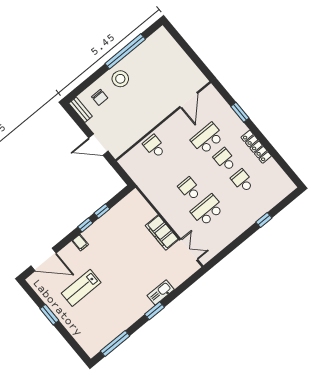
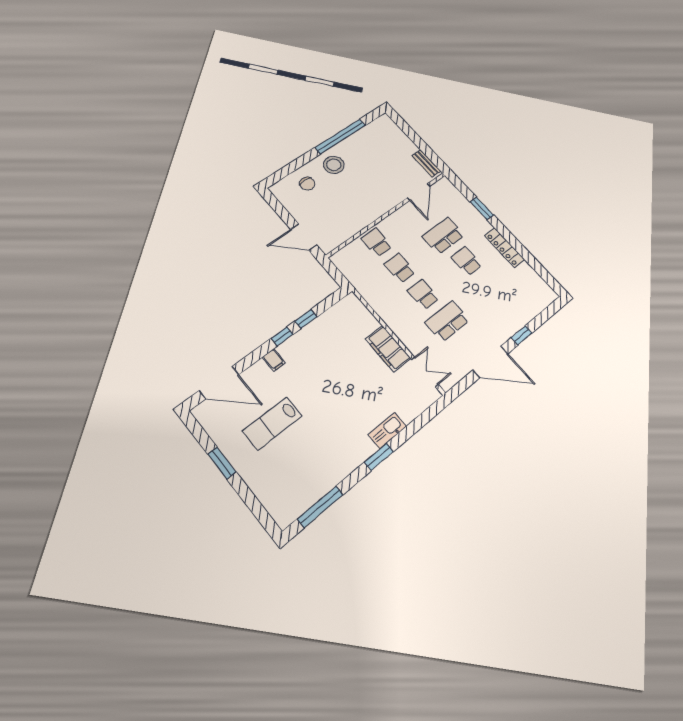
bench: (80, 110) -> (426, 163), moved
school desk: (242, 181) -> (400, 268), moved
door: (238, 241) -> (490, 362), added

